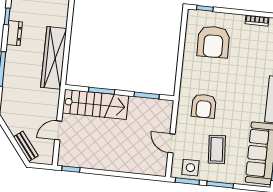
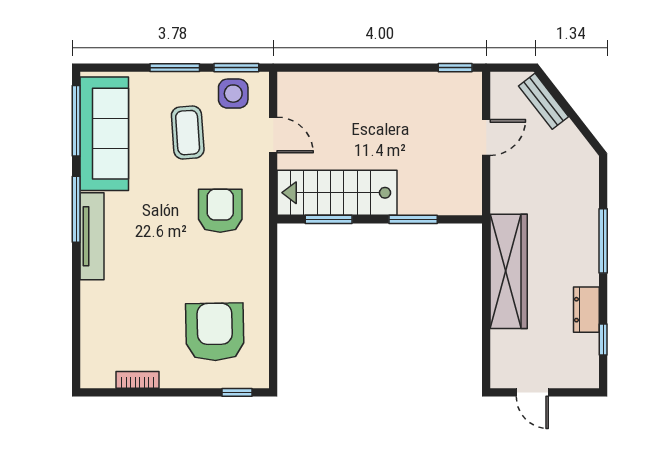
stairs: (95, 104) -> (337, 193), moved

